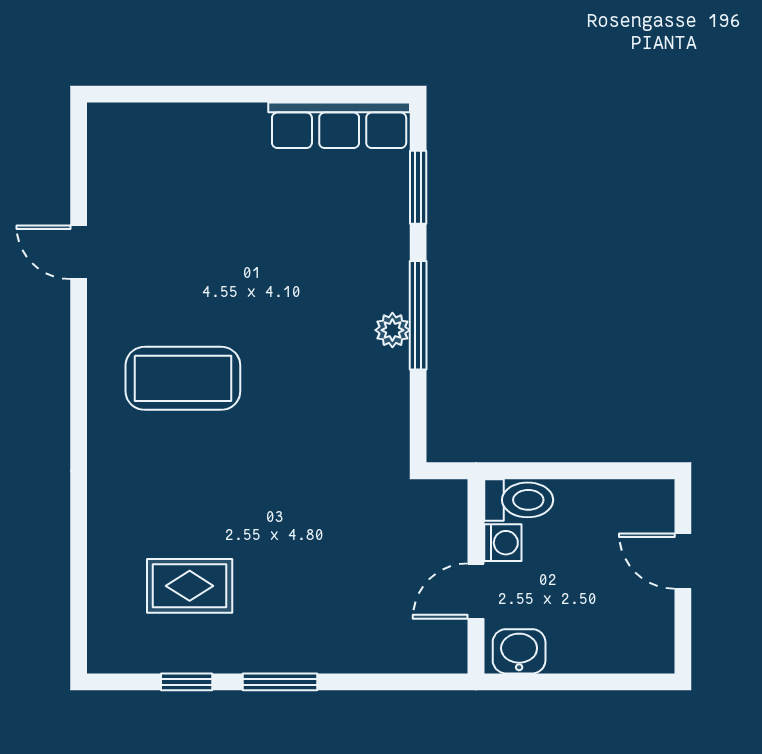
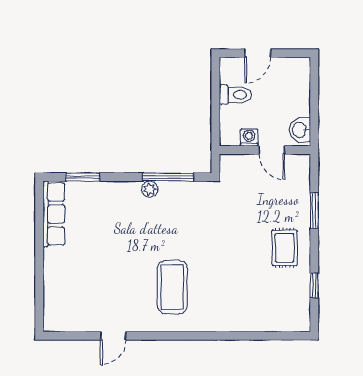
window: (418, 315) -> (168, 177), moved
toilet: (519, 500) -> (235, 95), moved, turned 90
rug: (190, 586) -> (285, 248), moved
window: (280, 682) -> (314, 211), moved

